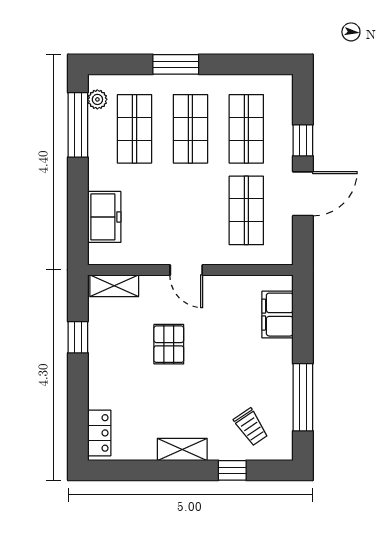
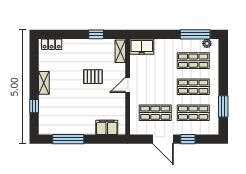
window: (176, 64) -> (223, 106), moved
freezer: (104, 217) -> (142, 47), moved
trolley: (251, 427) -> (54, 115), removed

